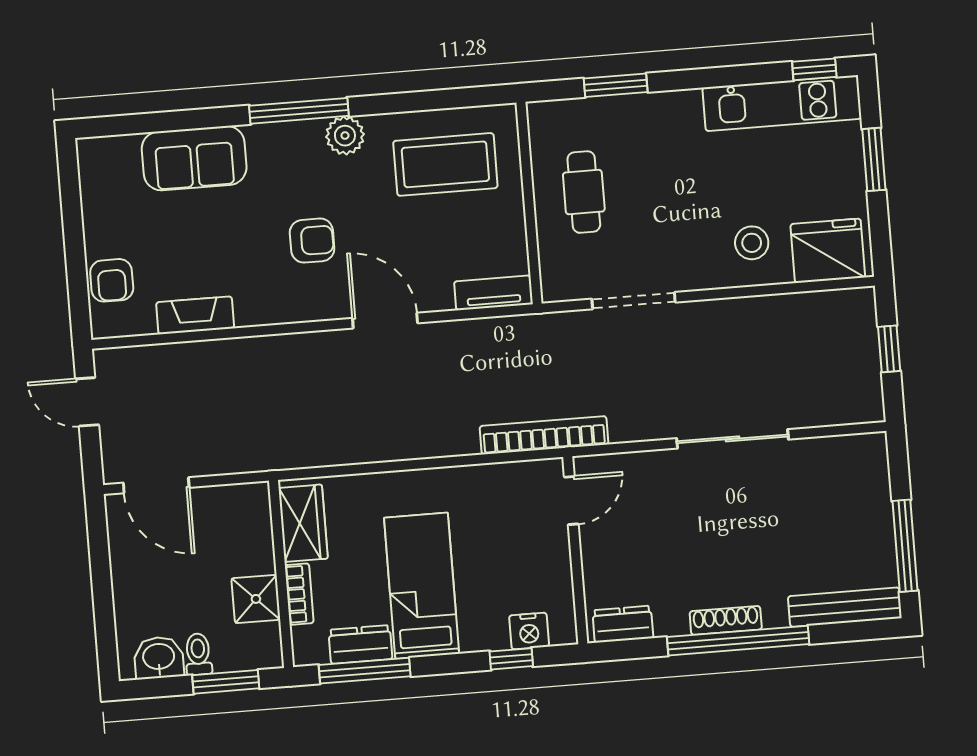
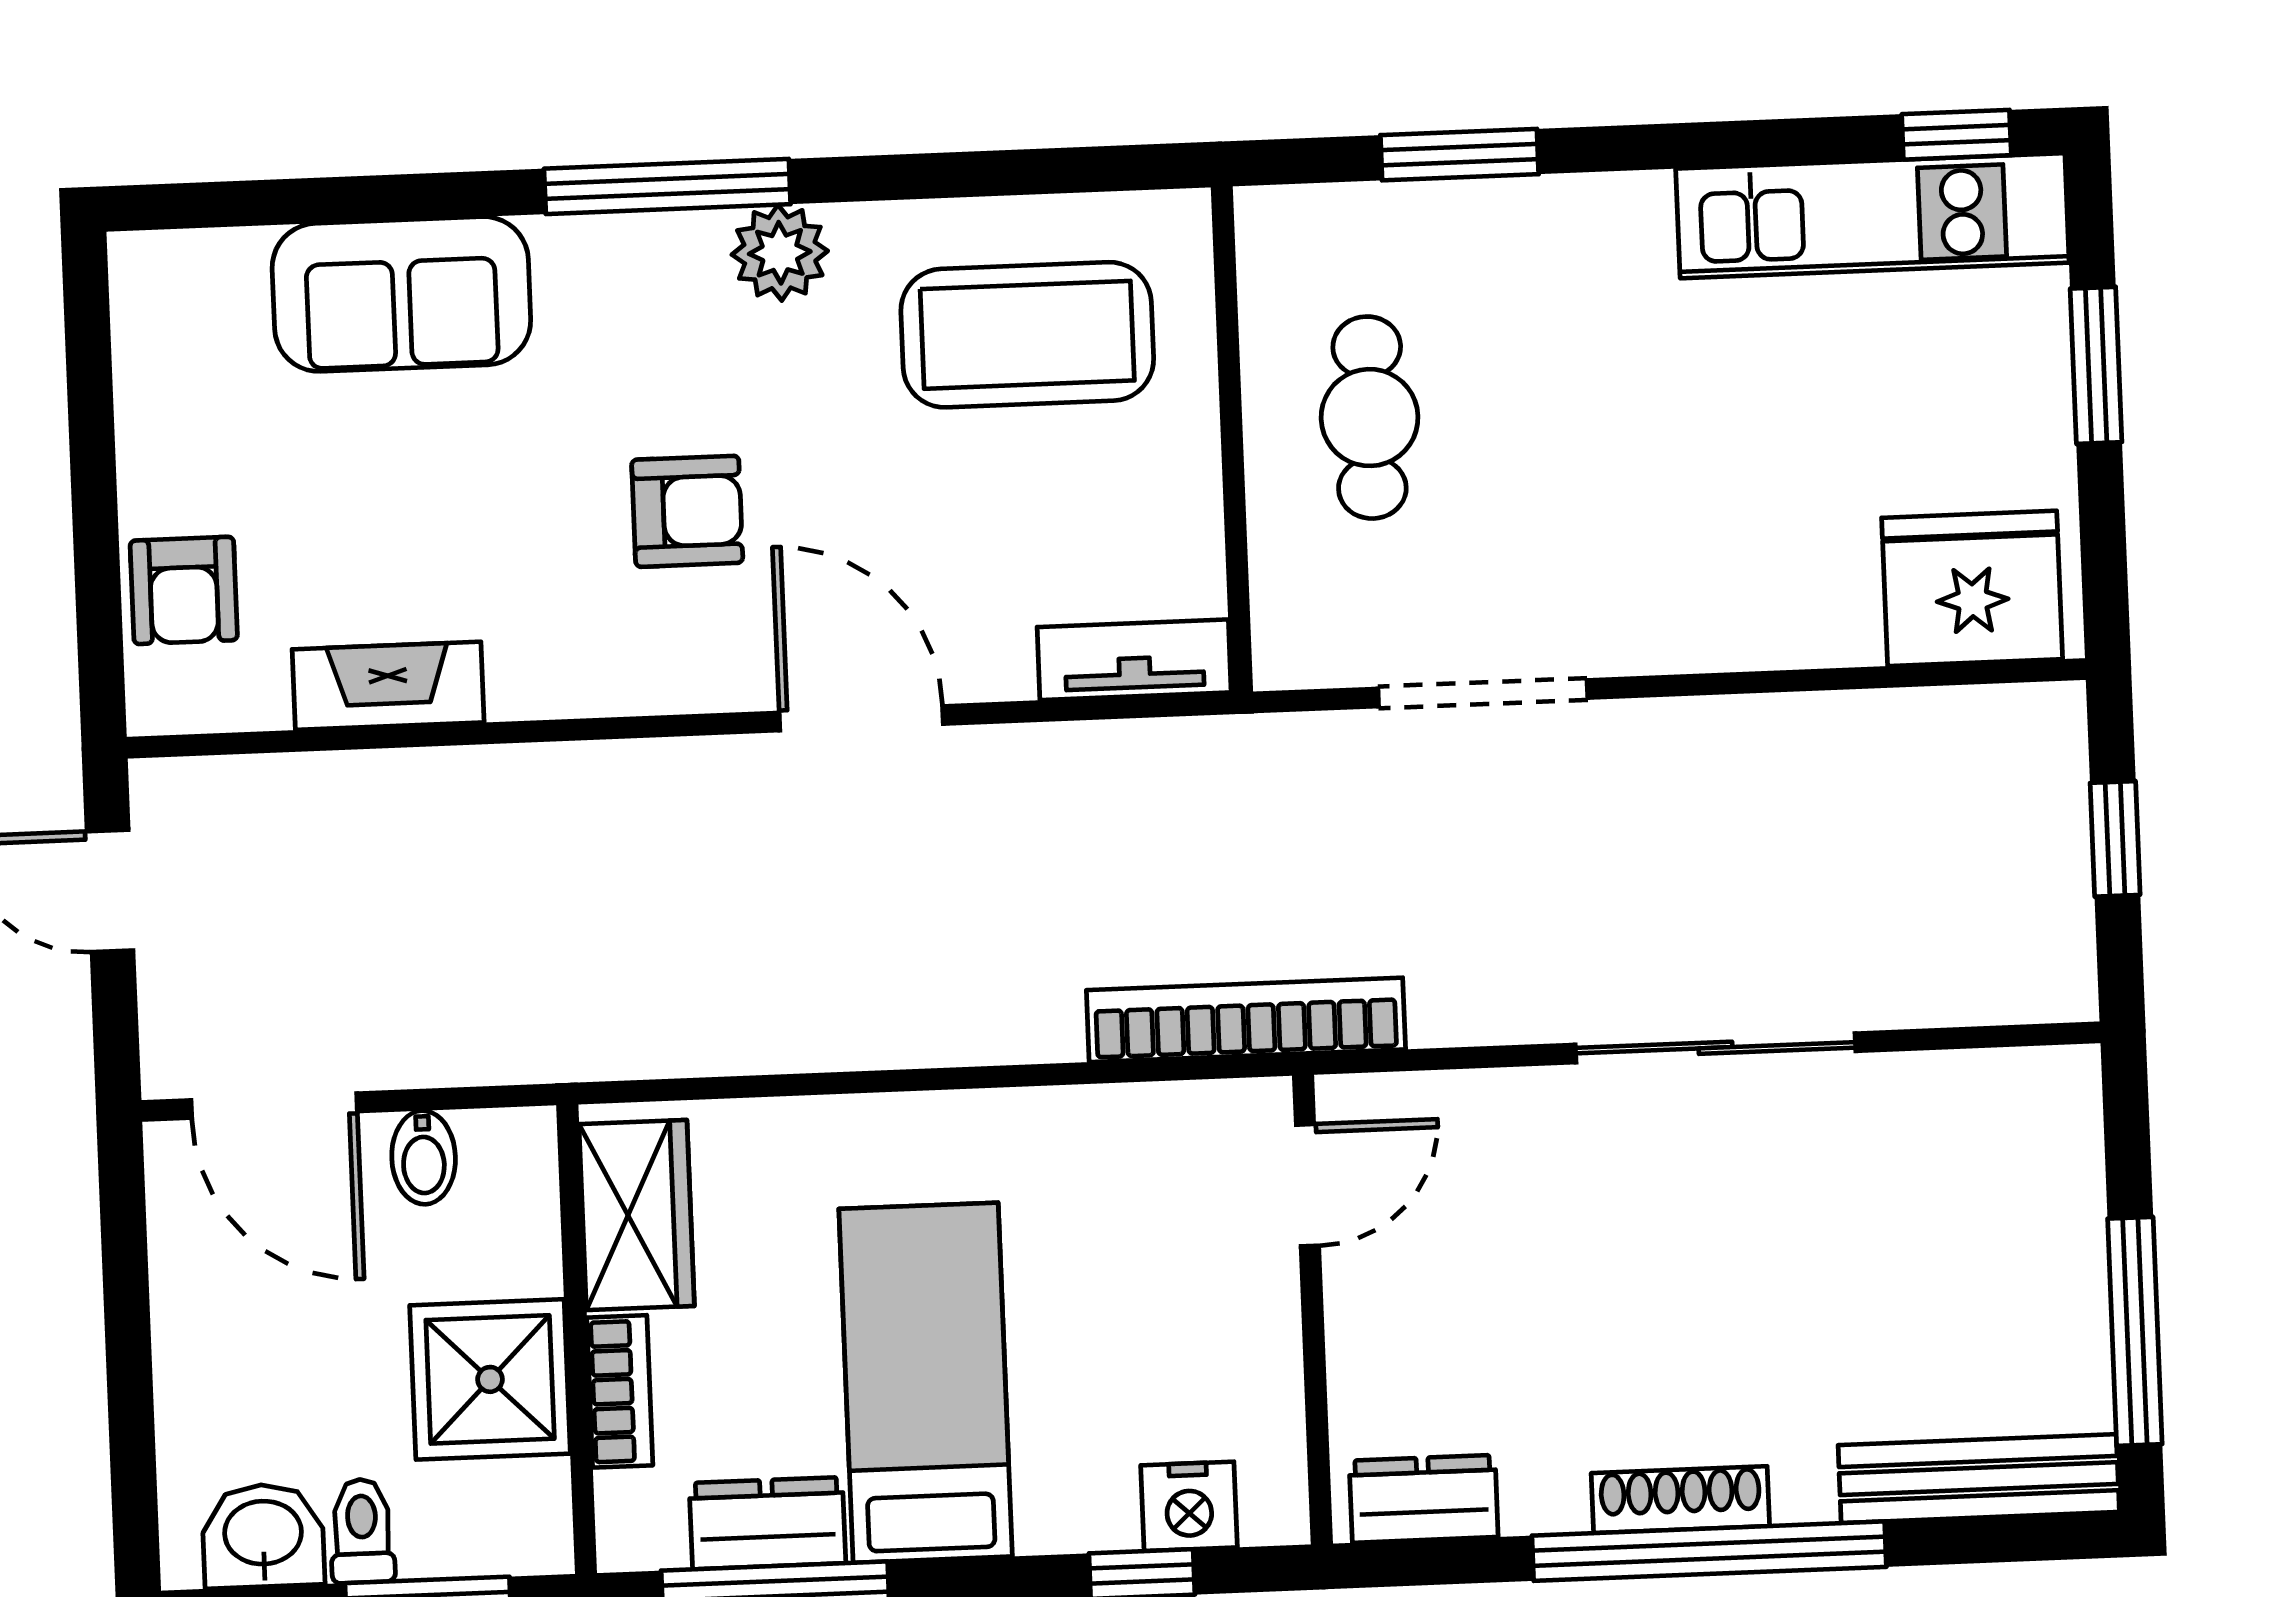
stool: (752, 243) -> (1783, 561), removed
bidet: (217, 504) -> (424, 1157), added
shower: (256, 599) -> (490, 1379), width x1.36, depth x1.36

